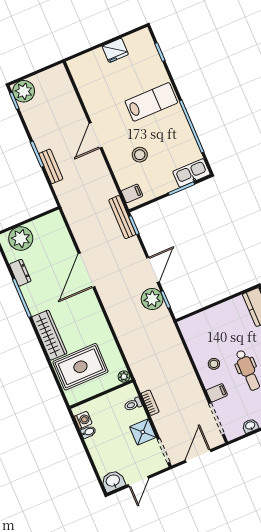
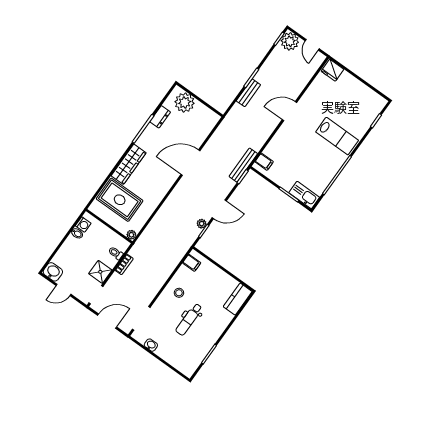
fridge: (115, 50) -> (332, 70), moved
door: (41, 70) -> (312, 45), added
stool: (140, 155) -> (295, 151), removed
plant: (152, 299) -> (202, 224), width x0.53, depth x0.53
filing cabinet: (217, 393) -> (192, 263), moved

